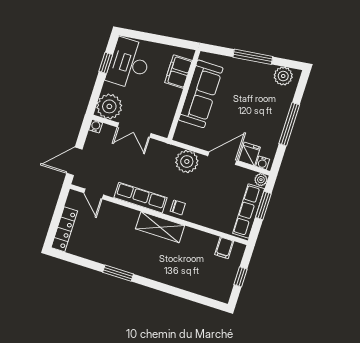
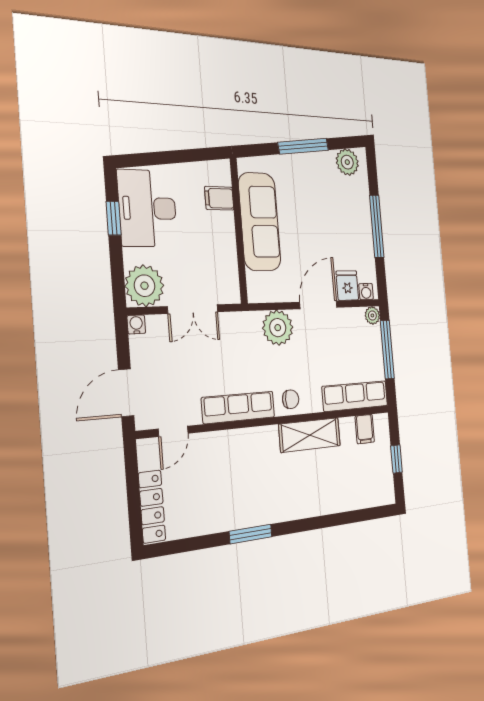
filing cabinet: (178, 72) -> (219, 198), width x0.50
door: (94, 194) -> (173, 431), hinge flipped
window: (263, 205) -> (387, 350), width x1.44
row of seats: (249, 211) -> (355, 396), moved, turned 90
shelving: (160, 227) -> (310, 435), moved

